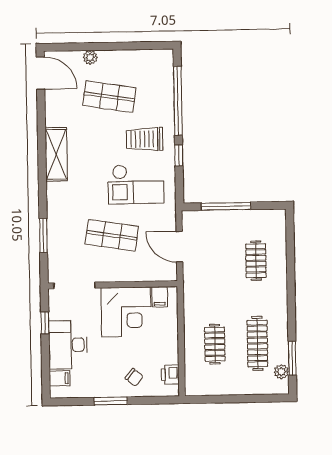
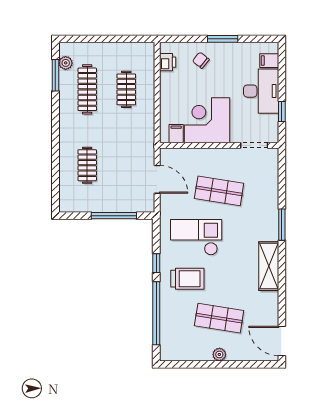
plant: (90, 57) -> (219, 354), moved
window: (43, 235) -> (282, 225), moved
doorway: (74, 285) -> (254, 145), width x0.73

